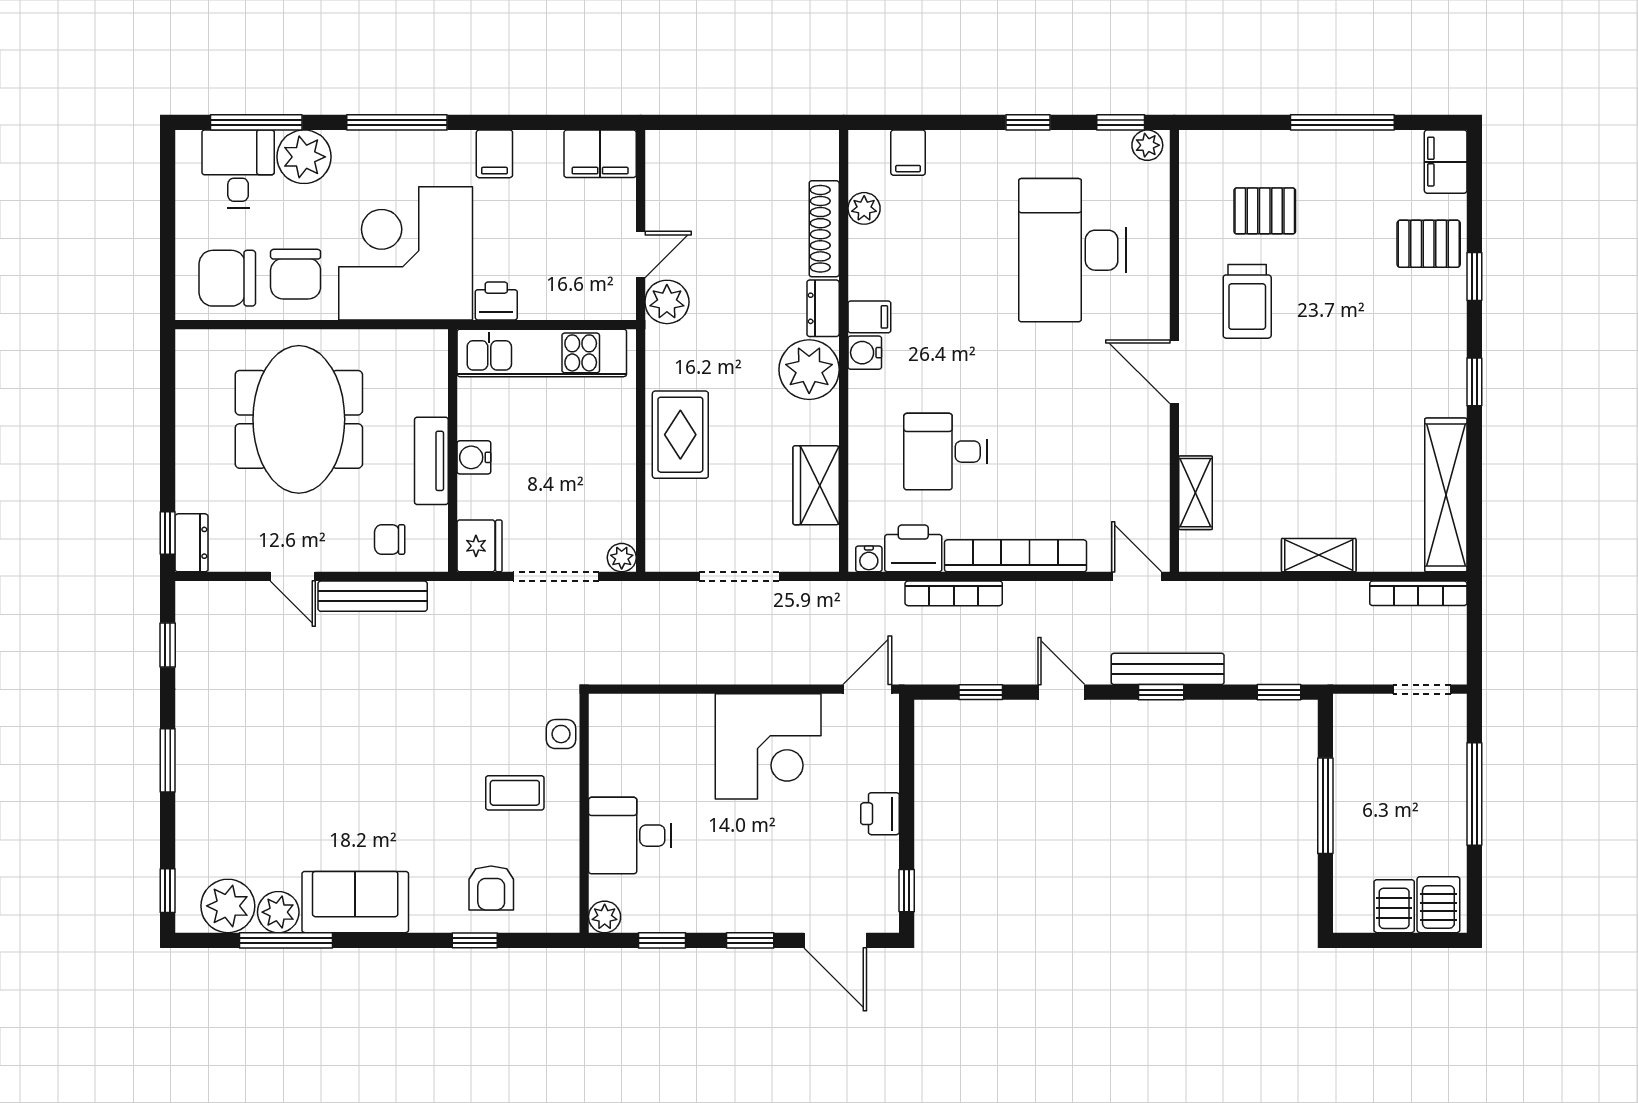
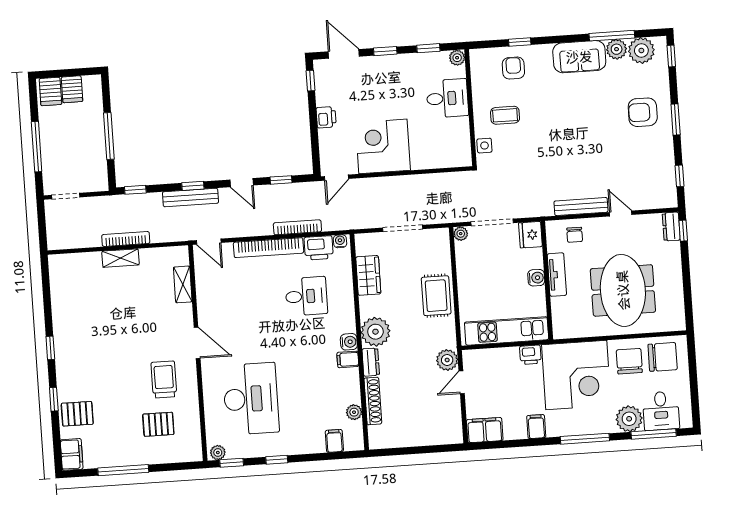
shelving: (1446, 495) -> (60, 292), removed
chair: (390, 539) -> (575, 235), turned 90
bookcase: (1418, 593) -> (126, 239), moved
armchair: (234, 780) -> (643, 112), added

